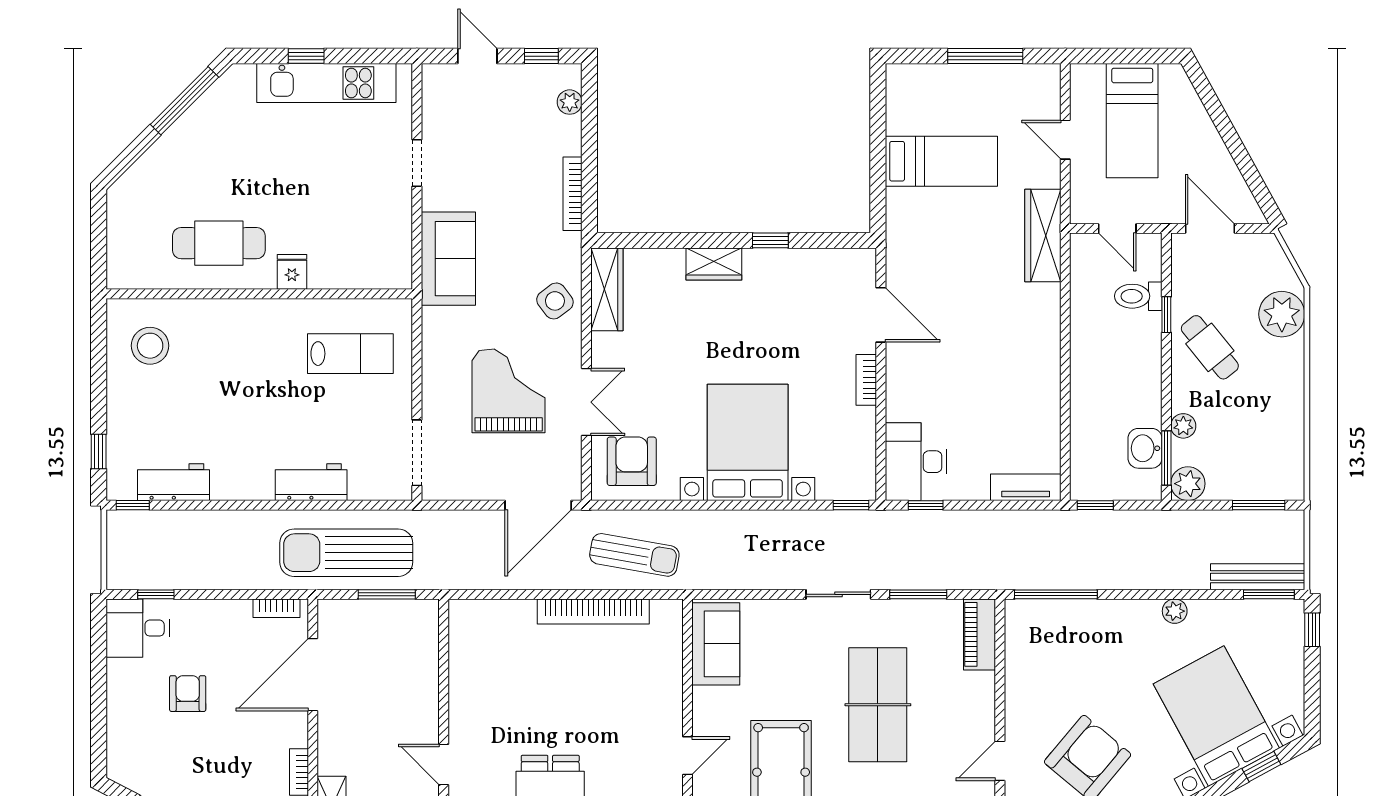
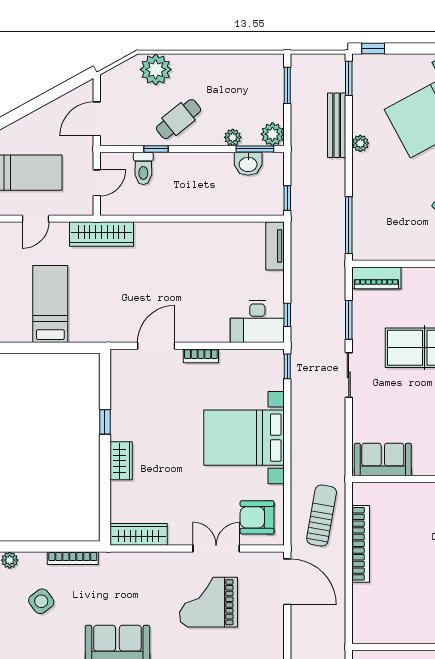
side table: (555, 301) -> (41, 601), moved
bench: (1258, 577) -> (337, 125), moved

